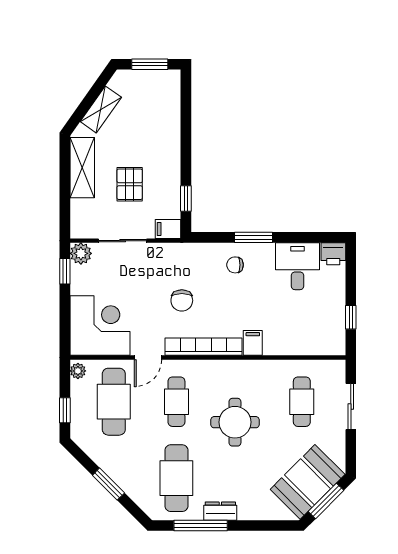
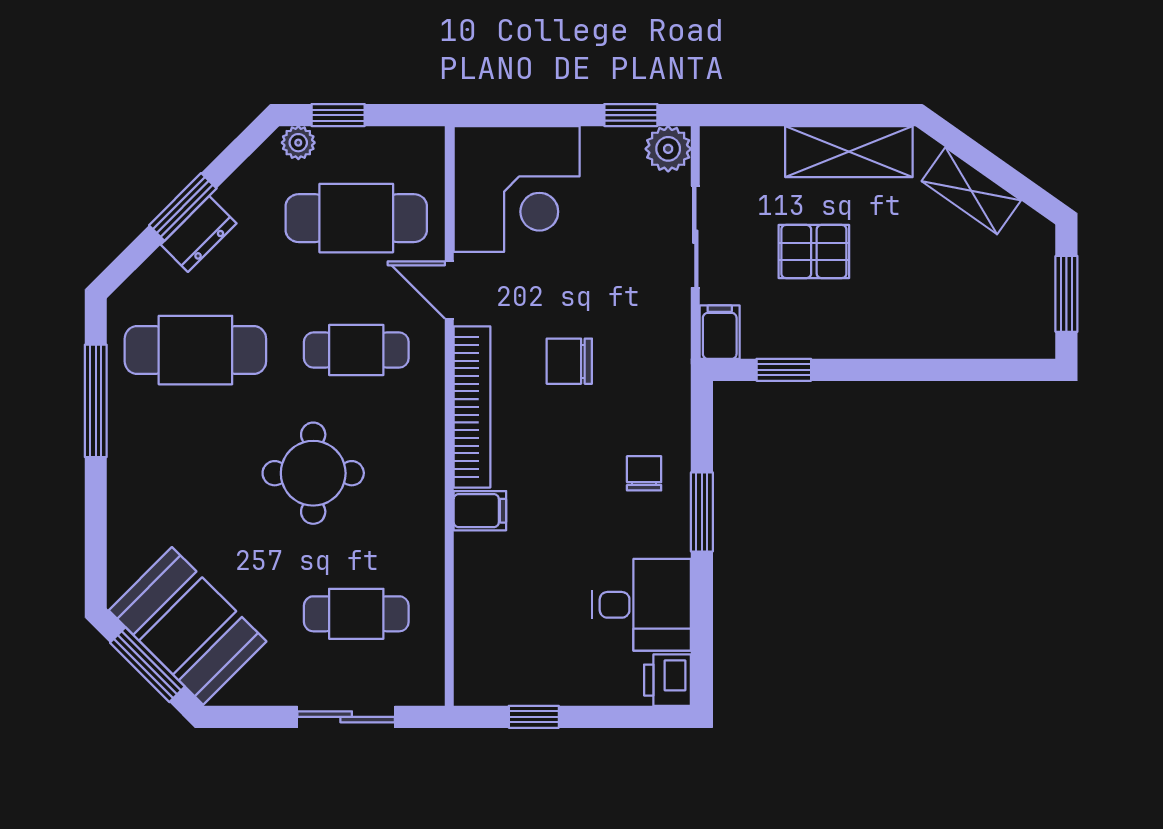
plant: (78, 371) -> (298, 143), moved
dresser: (220, 511) -> (199, 234), moved, turned 45

